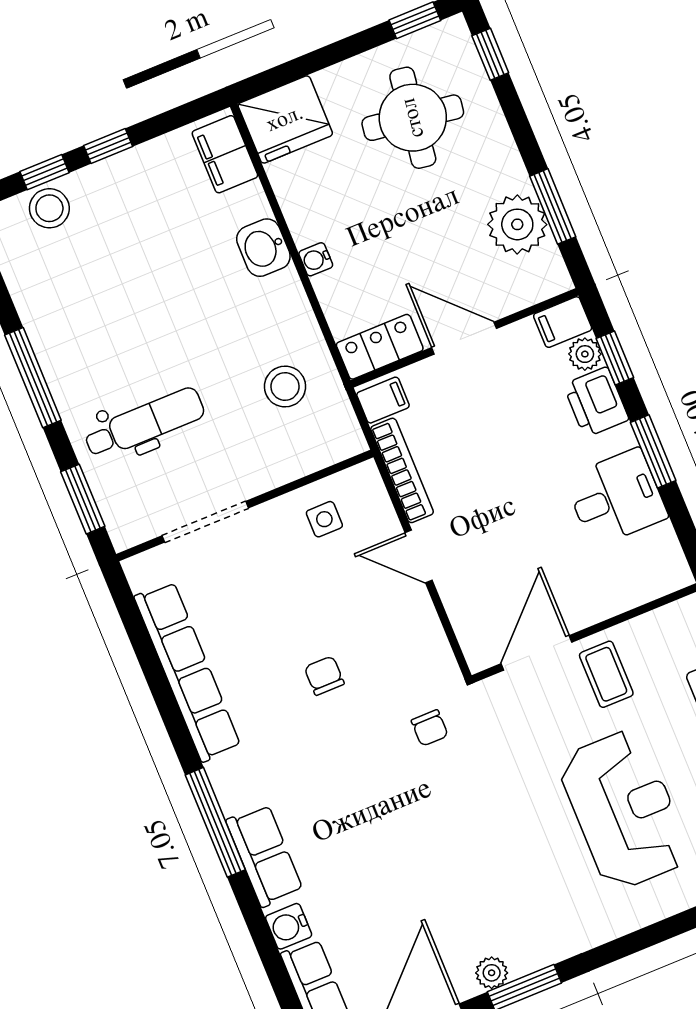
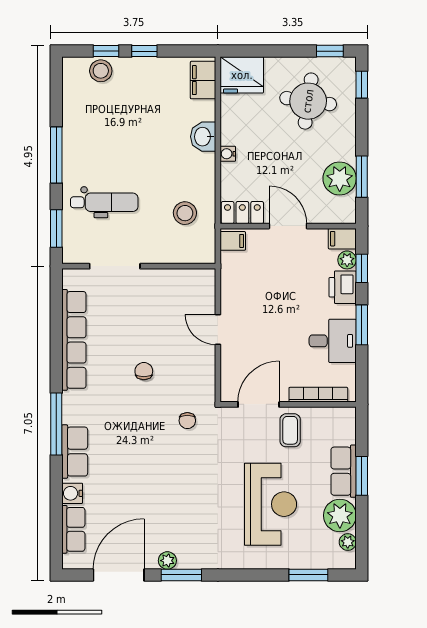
bookcase: (402, 470) -> (318, 395), moved, turned -90
side table: (324, 519) -> (177, 290), removed

